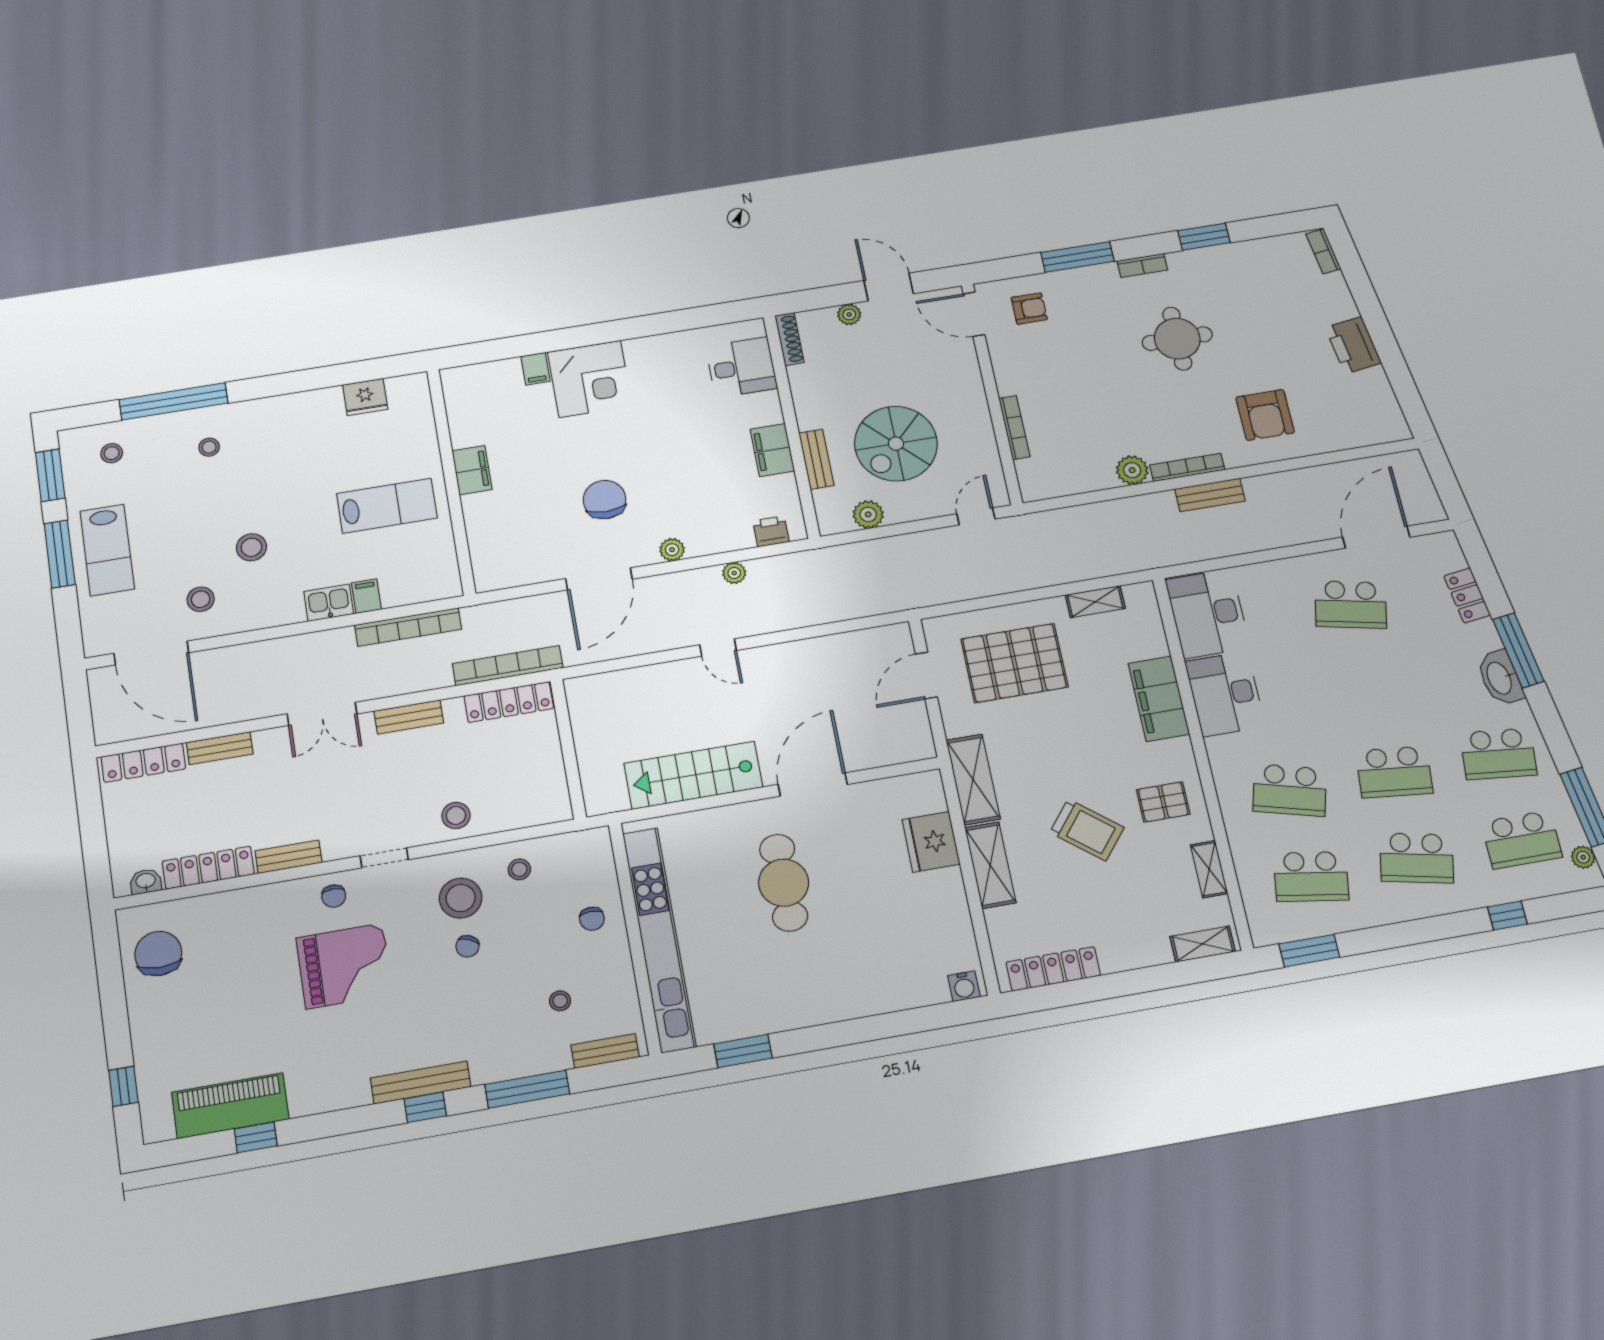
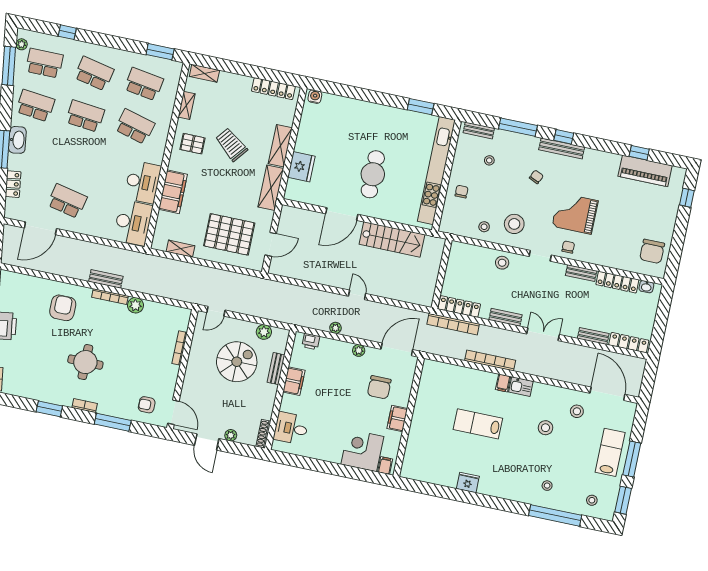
filing cabinet: (472, 470) -> (397, 419), moved
wall: (451, 481) -> (409, 417), moved
chair: (467, 946) -> (536, 177), moved

